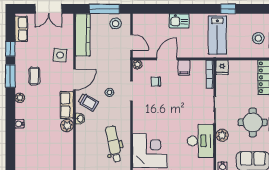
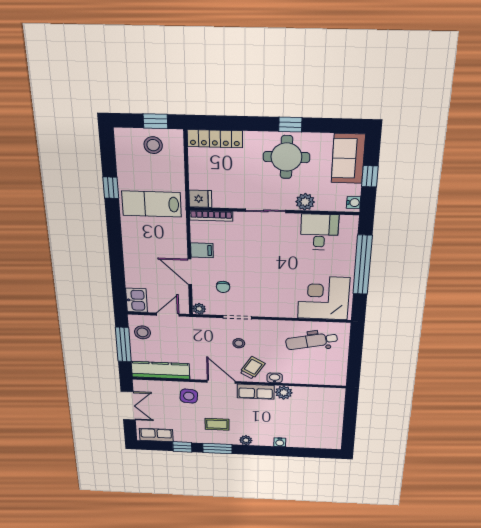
kitchen sink: (179, 21) -> (136, 300), moved
lab bench: (217, 35) -> (152, 204), turned 180
desk: (200, 141) -> (319, 232), width x0.73

